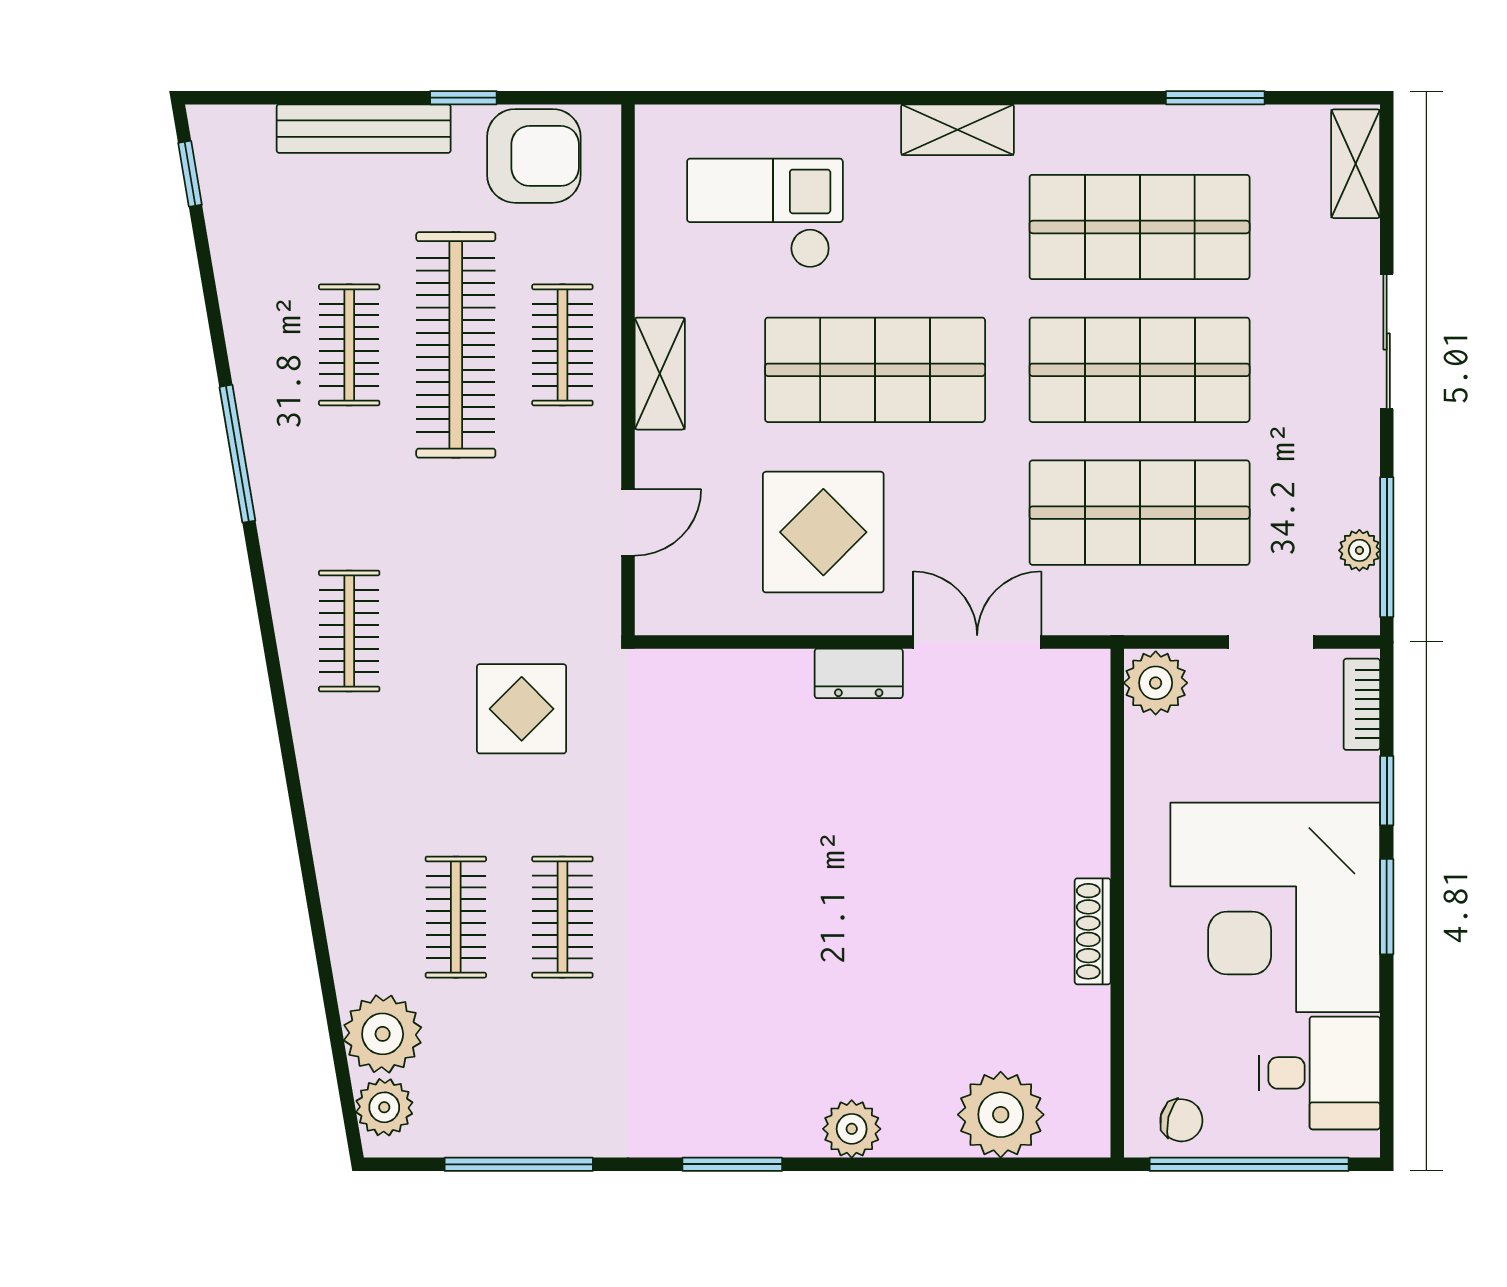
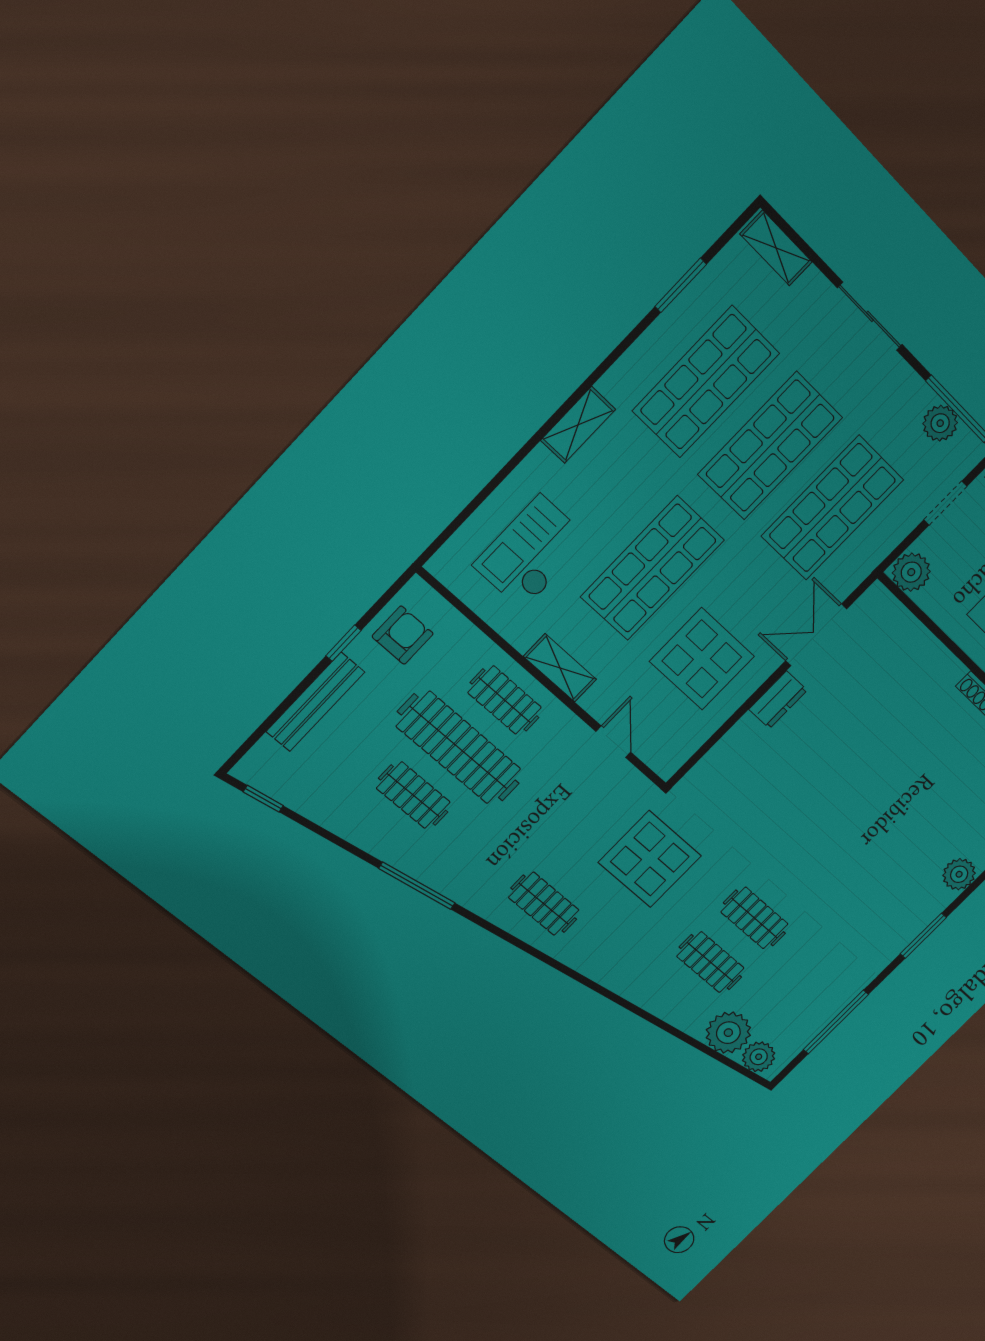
armchair: (534, 156) -> (403, 635), width x0.72, depth x0.72
plant: (1359, 550) -> (940, 423), width x1.38, depth x1.38
display table: (522, 709) -> (650, 859), width x1.36, depth x1.36

